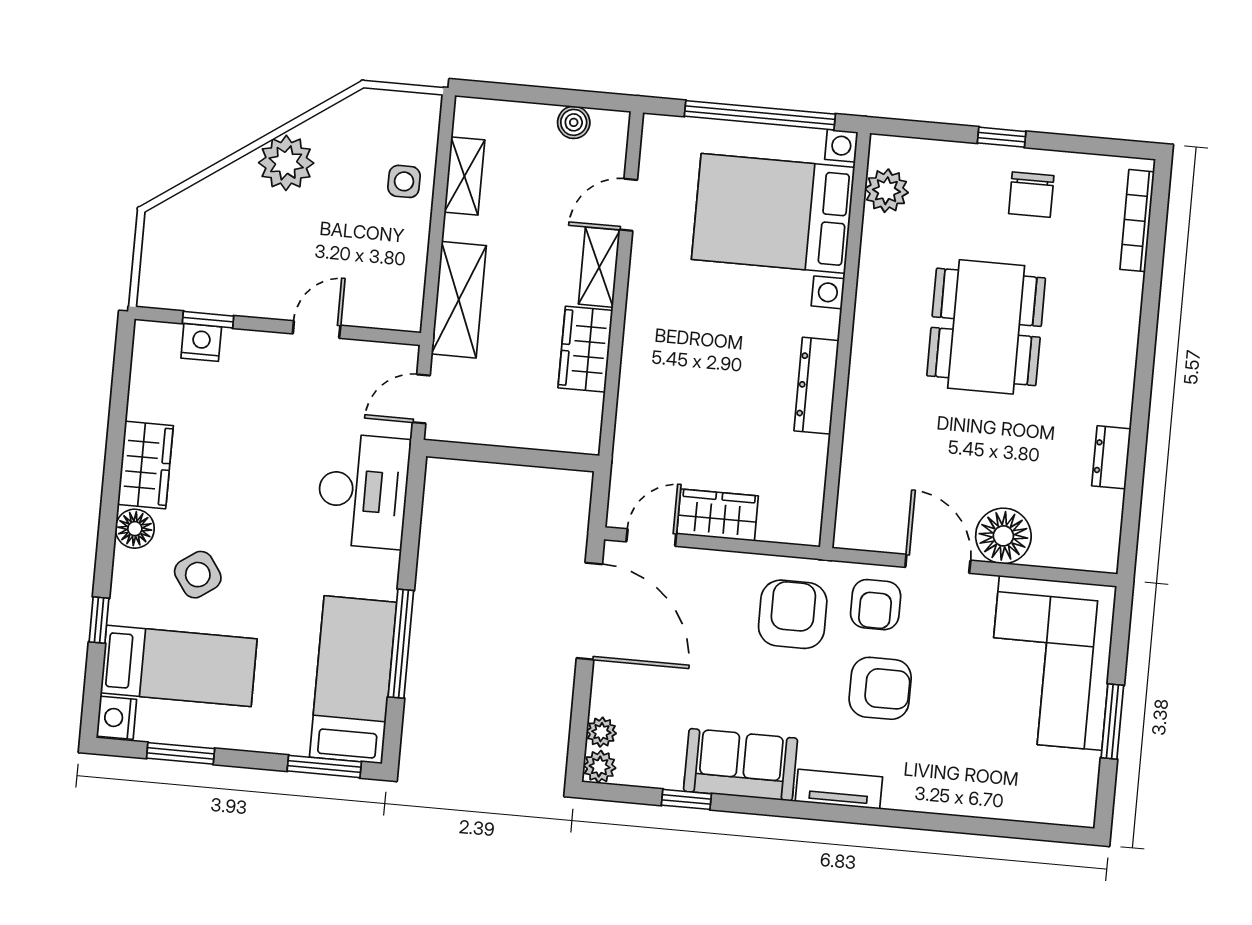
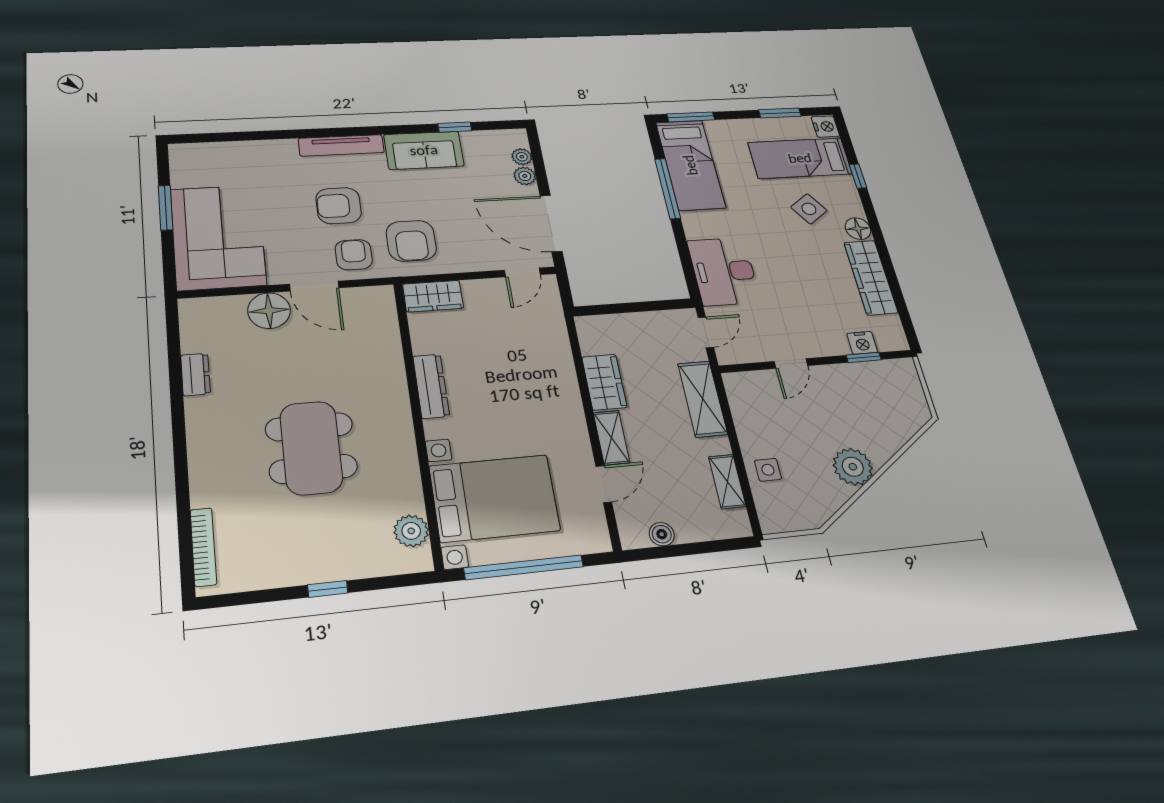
chair: (1031, 195) -> (295, 550), removed
wardrobe: (145, 465) -> (871, 277), width x1.50
wardrobe: (718, 515) -> (433, 296), moved
plant: (600, 767) -> (525, 176), moved
tv unit: (839, 789) -> (341, 145), width x1.41

